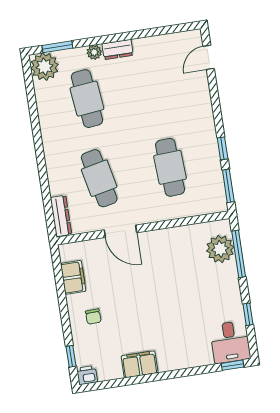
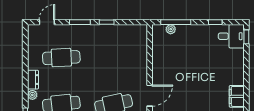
door: (209, 57) -> (47, 22), swing flipped
cafe table: (170, 167) -> (61, 58), moved
window: (228, 186) -> (80, 22), moved
plant: (220, 249) -> (171, 29), width x0.53, depth x0.53

